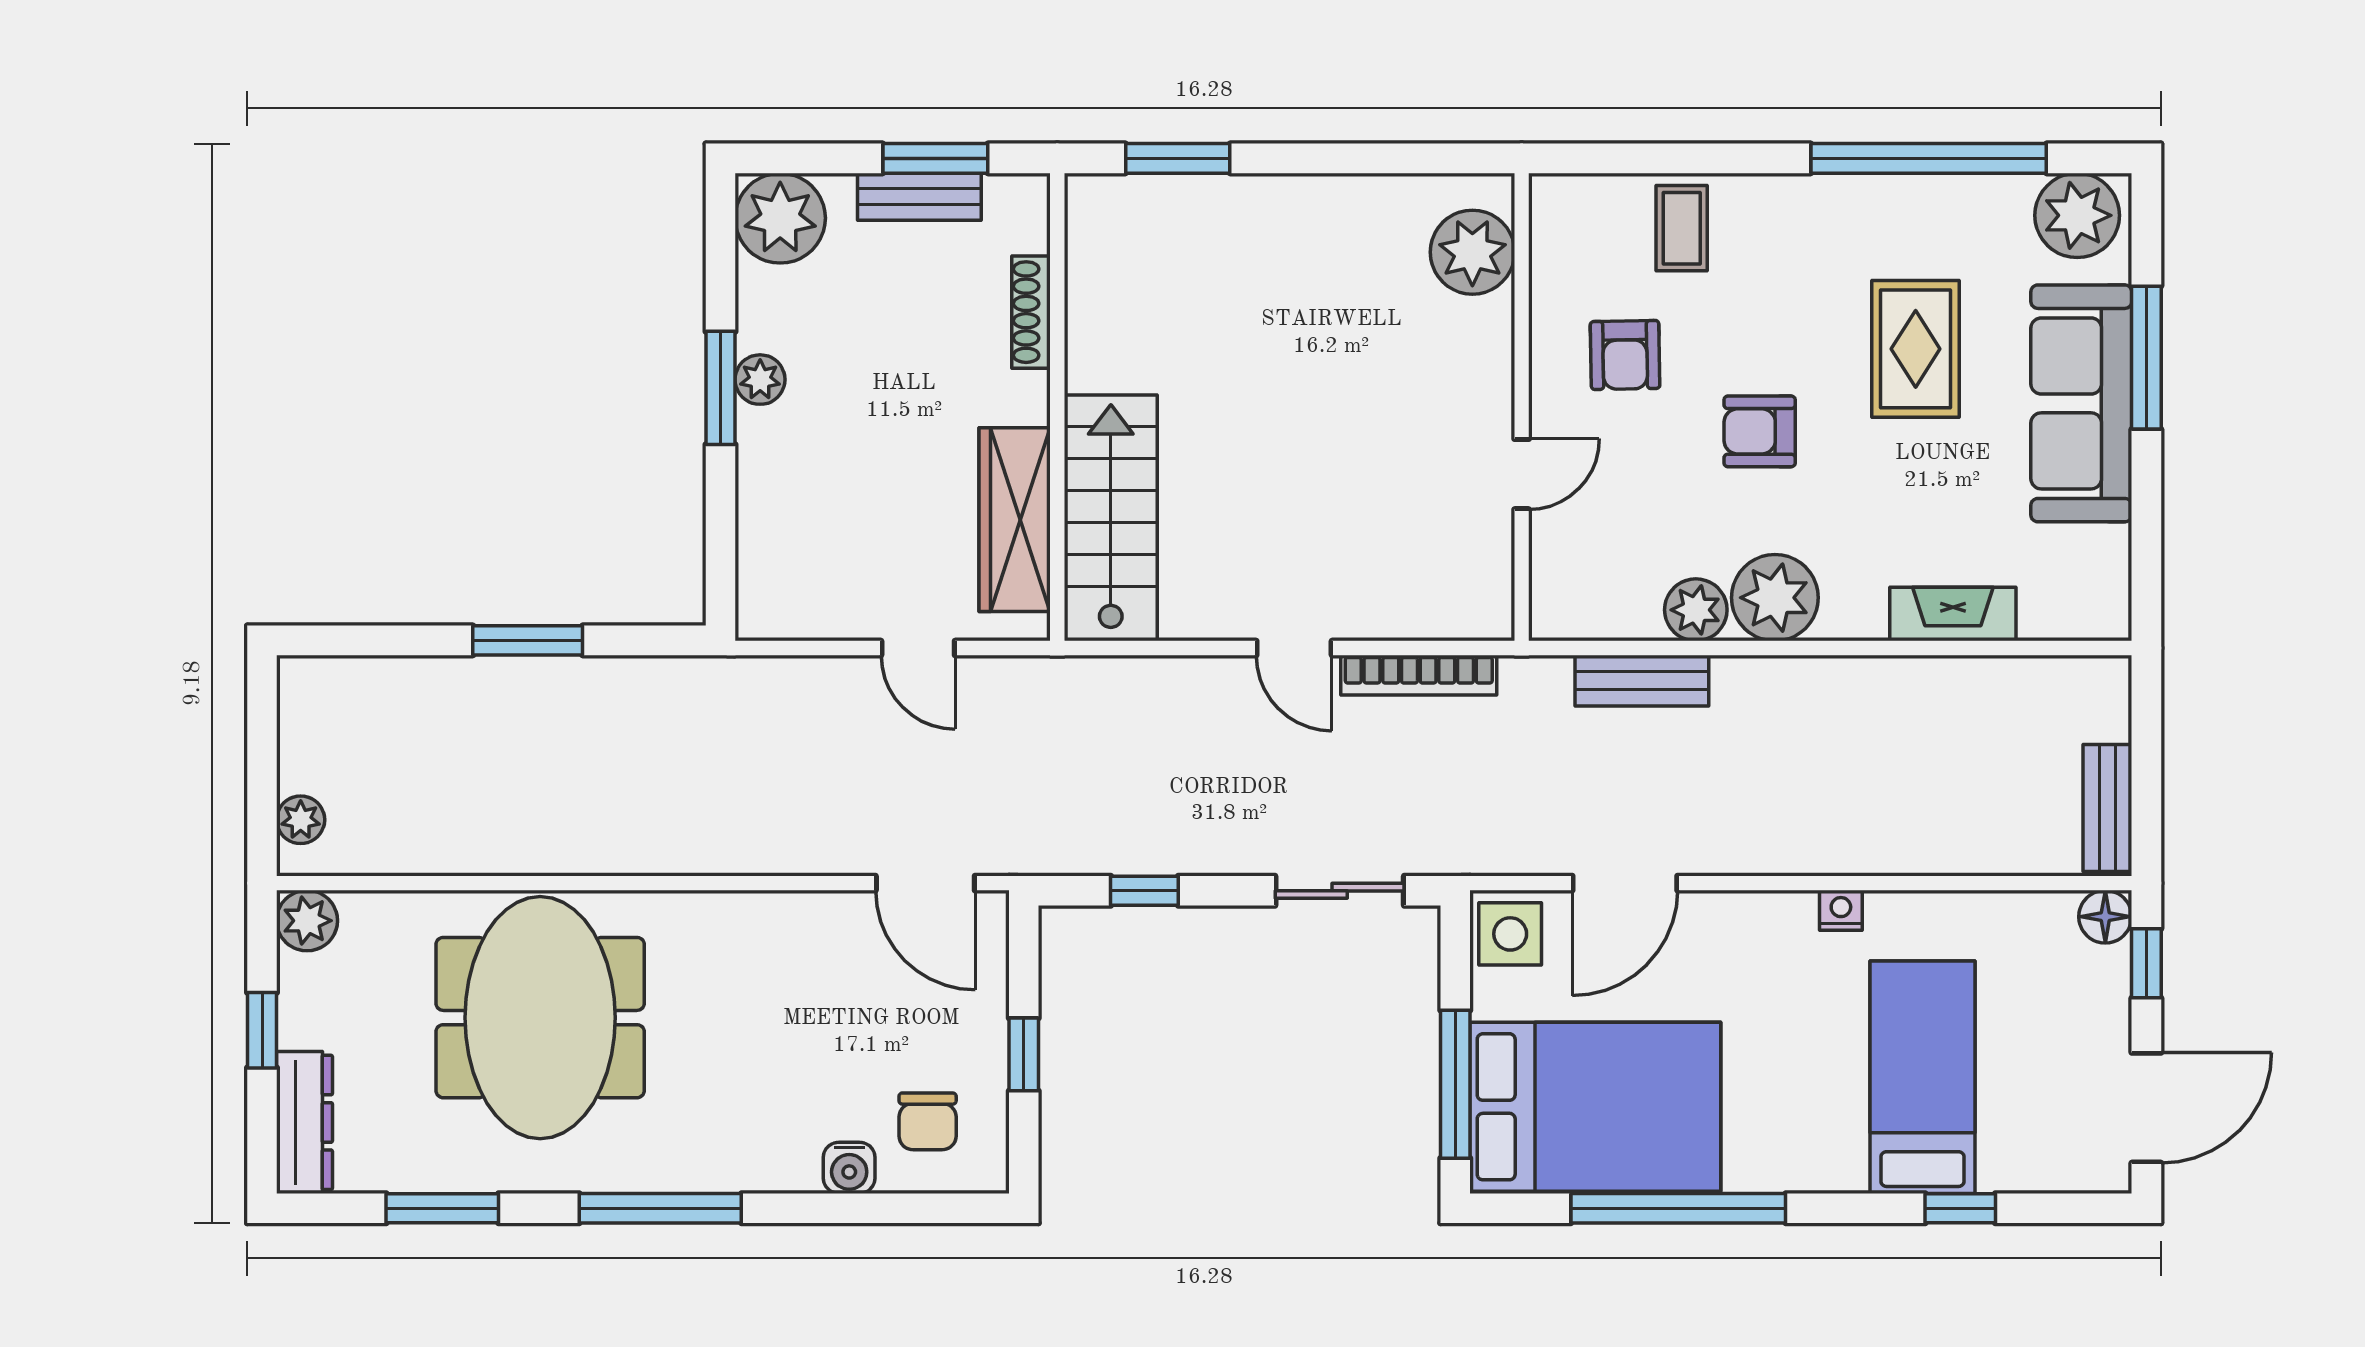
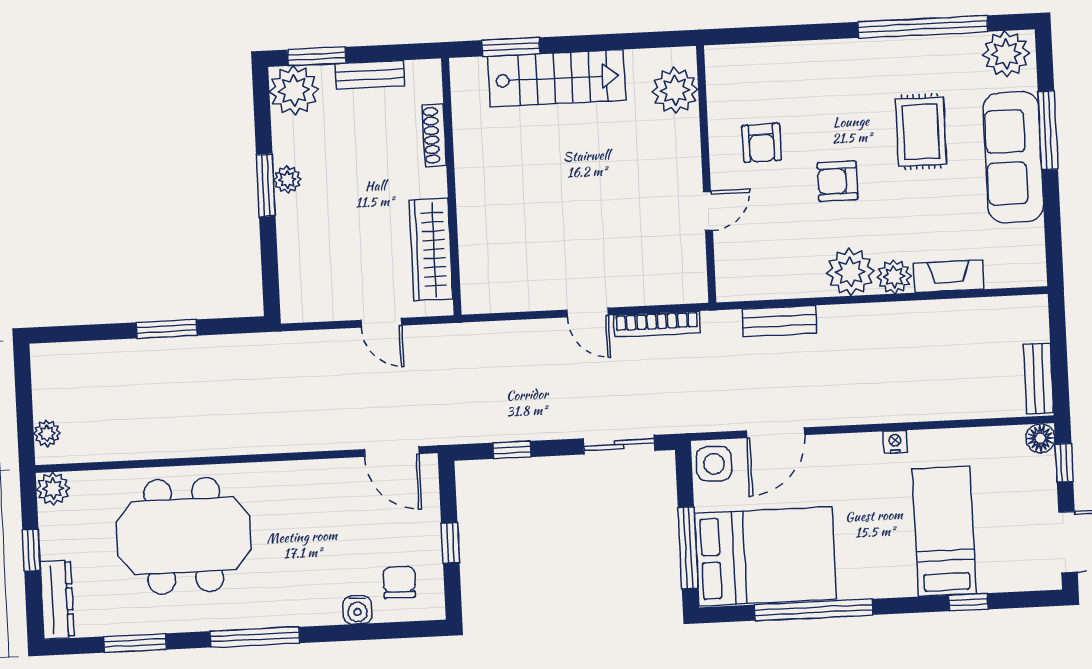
window: (935, 158) -> (317, 56), moved
coffee table: (1682, 228) -> (789, 72), removed
stairs: (1111, 518) -> (557, 78), moved, turned 90
plant: (1696, 610) -> (894, 277), moved
meeting table: (540, 1018) -> (184, 536), turned 90
chair: (928, 1121) -> (399, 582), turned 180

